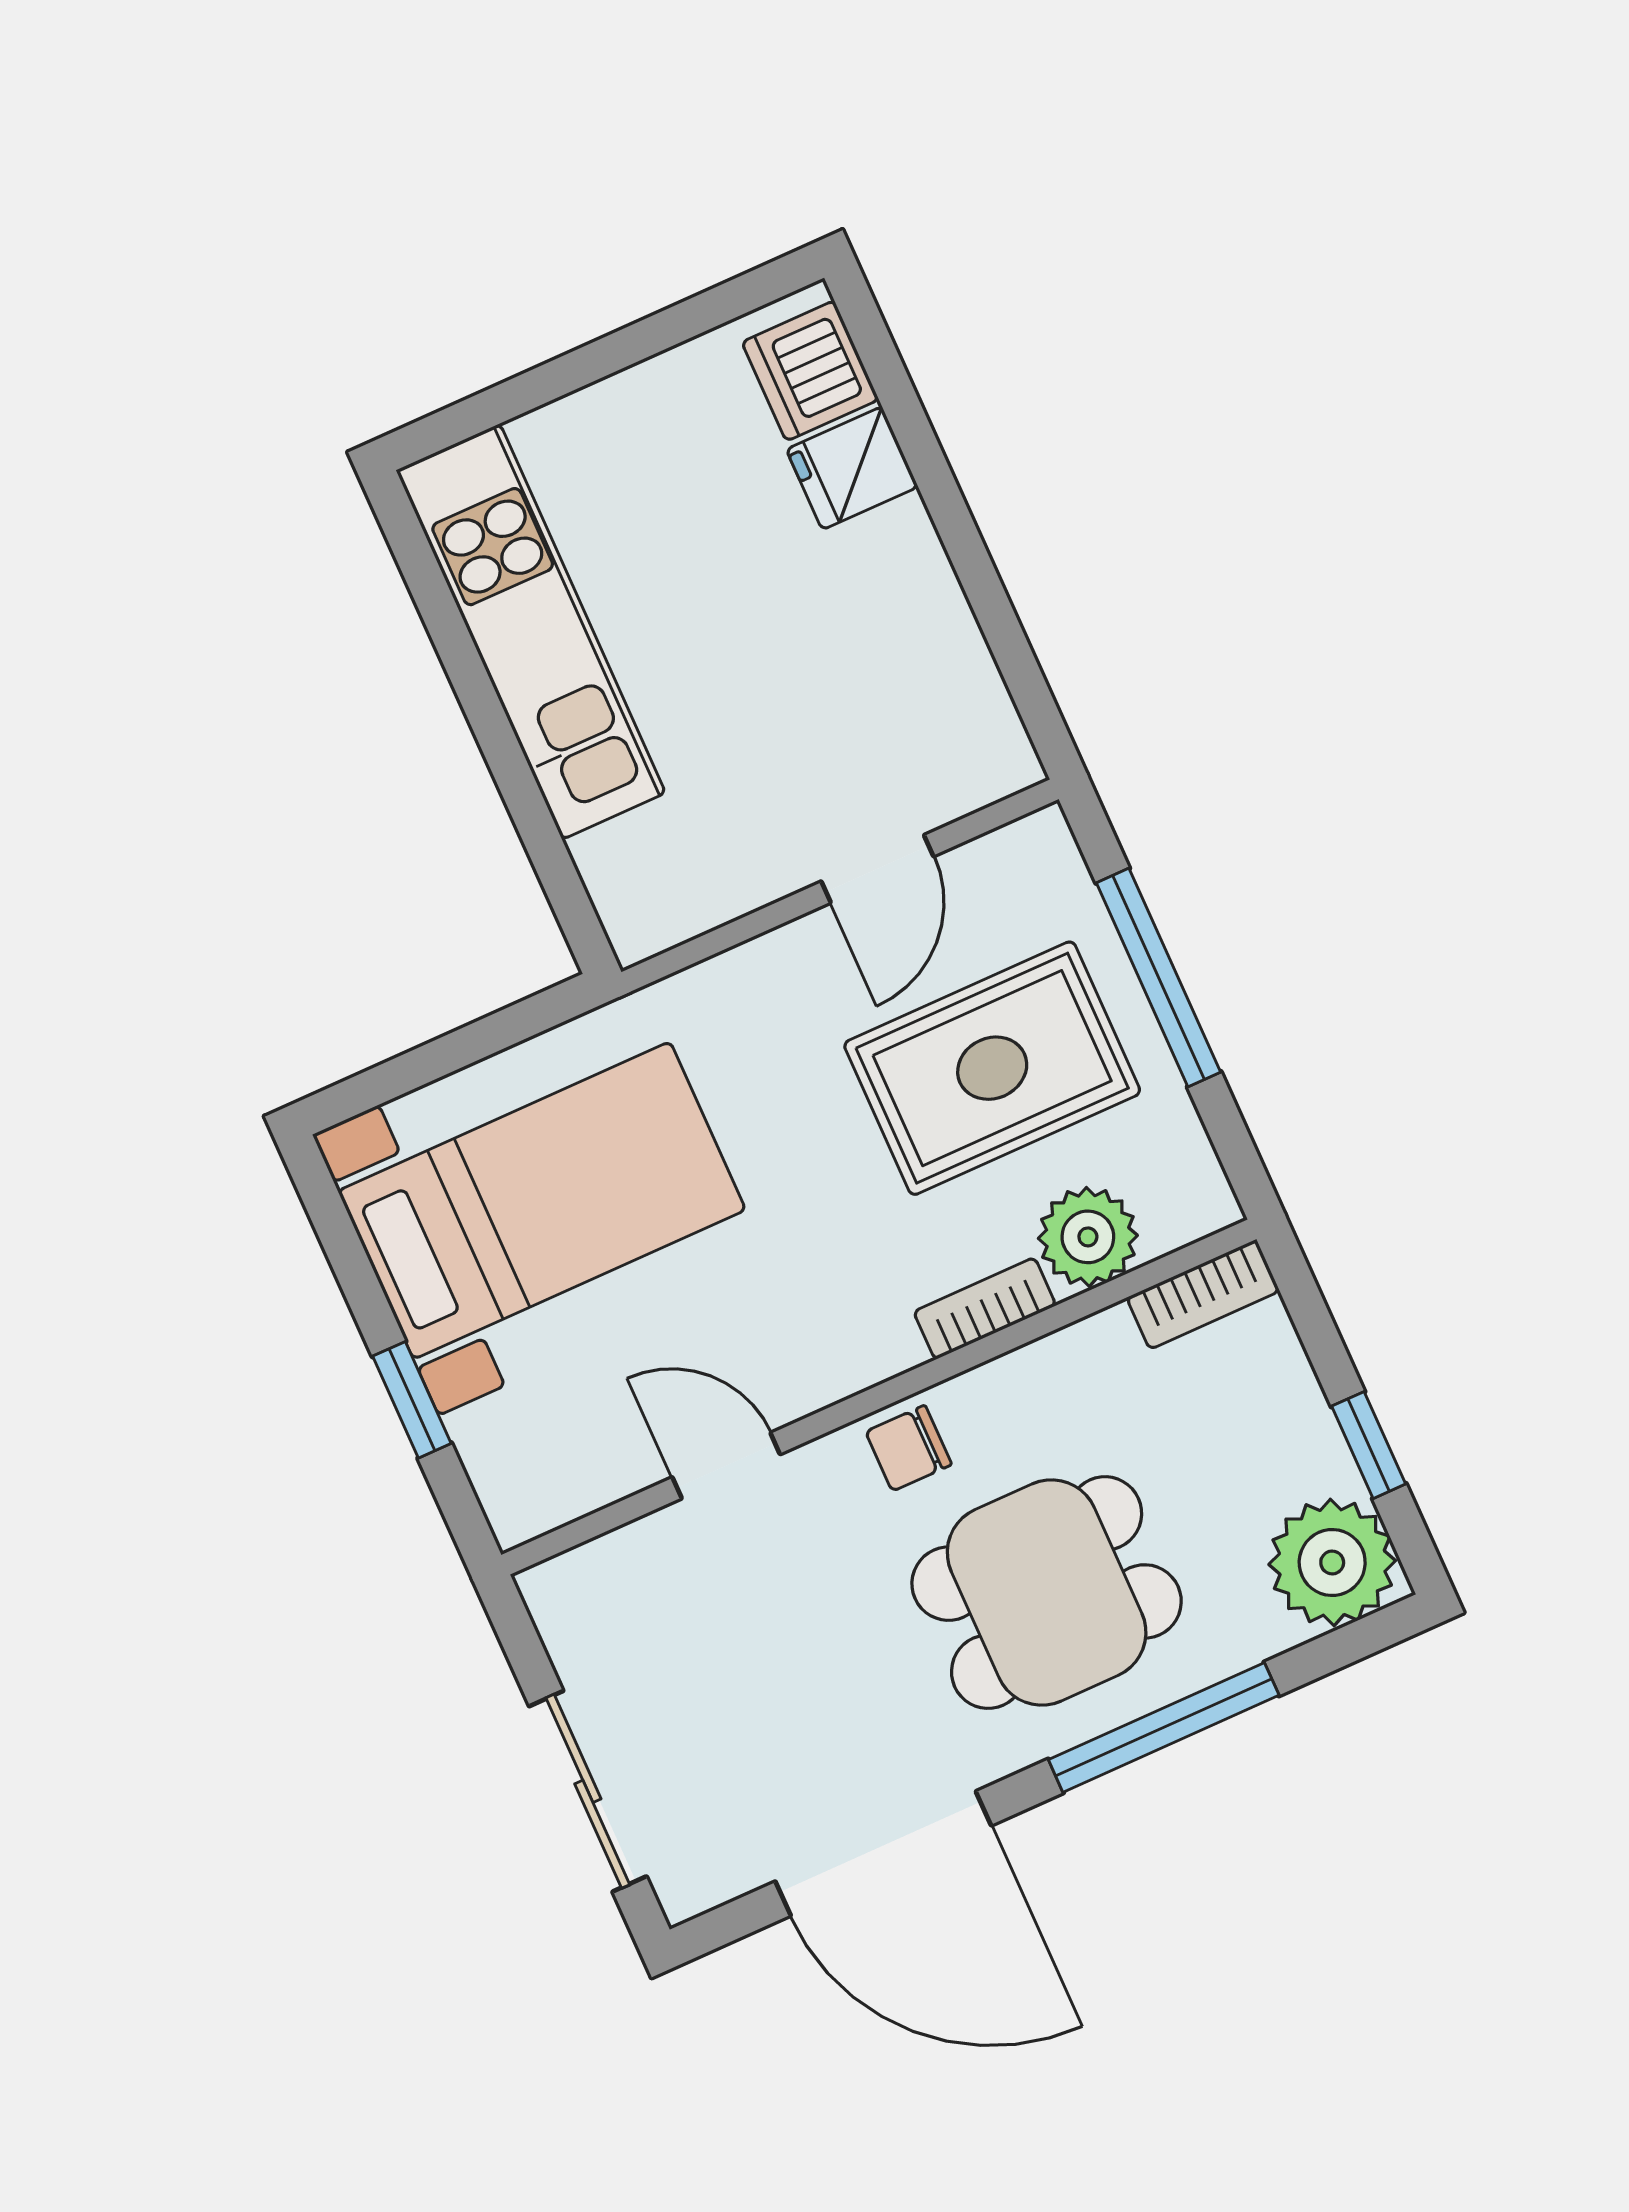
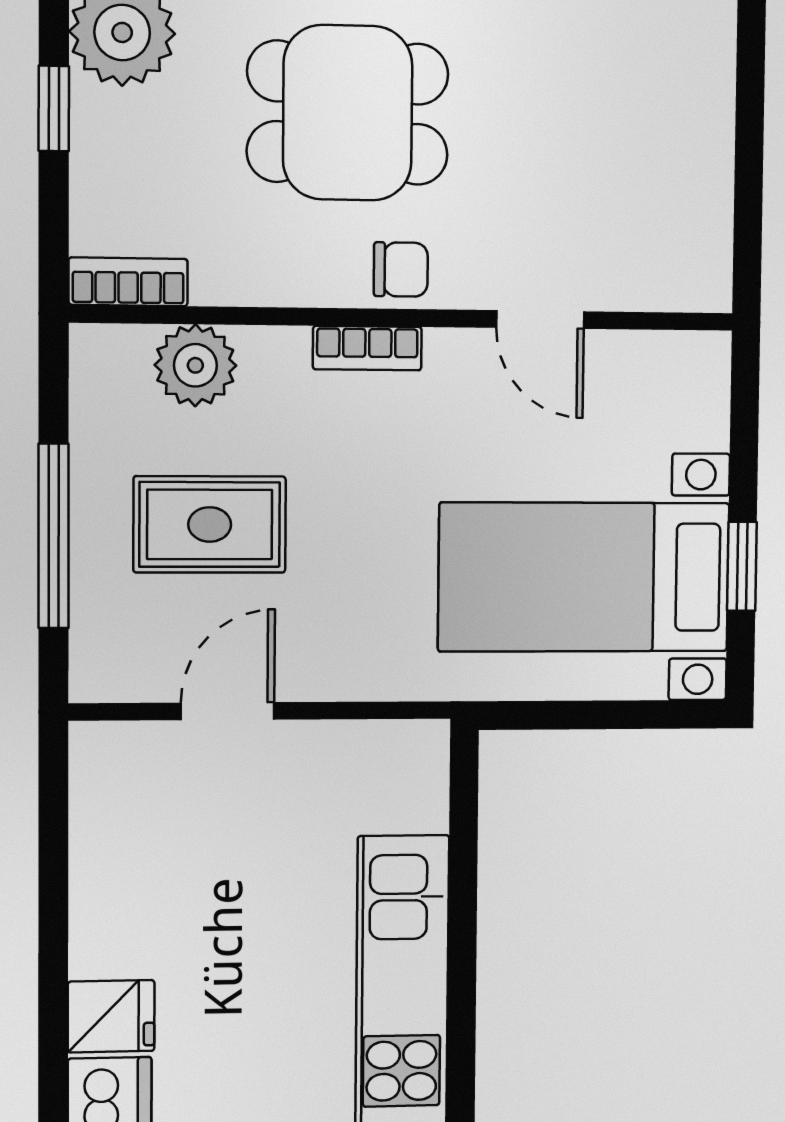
rug: (992, 1068) -> (210, 524), width x0.73, depth x0.70
bookcase: (985, 1308) -> (367, 348), moved
window: (412, 1400) -> (742, 566), moved
sliding door: (588, 1791) -> (750, 127), removed

